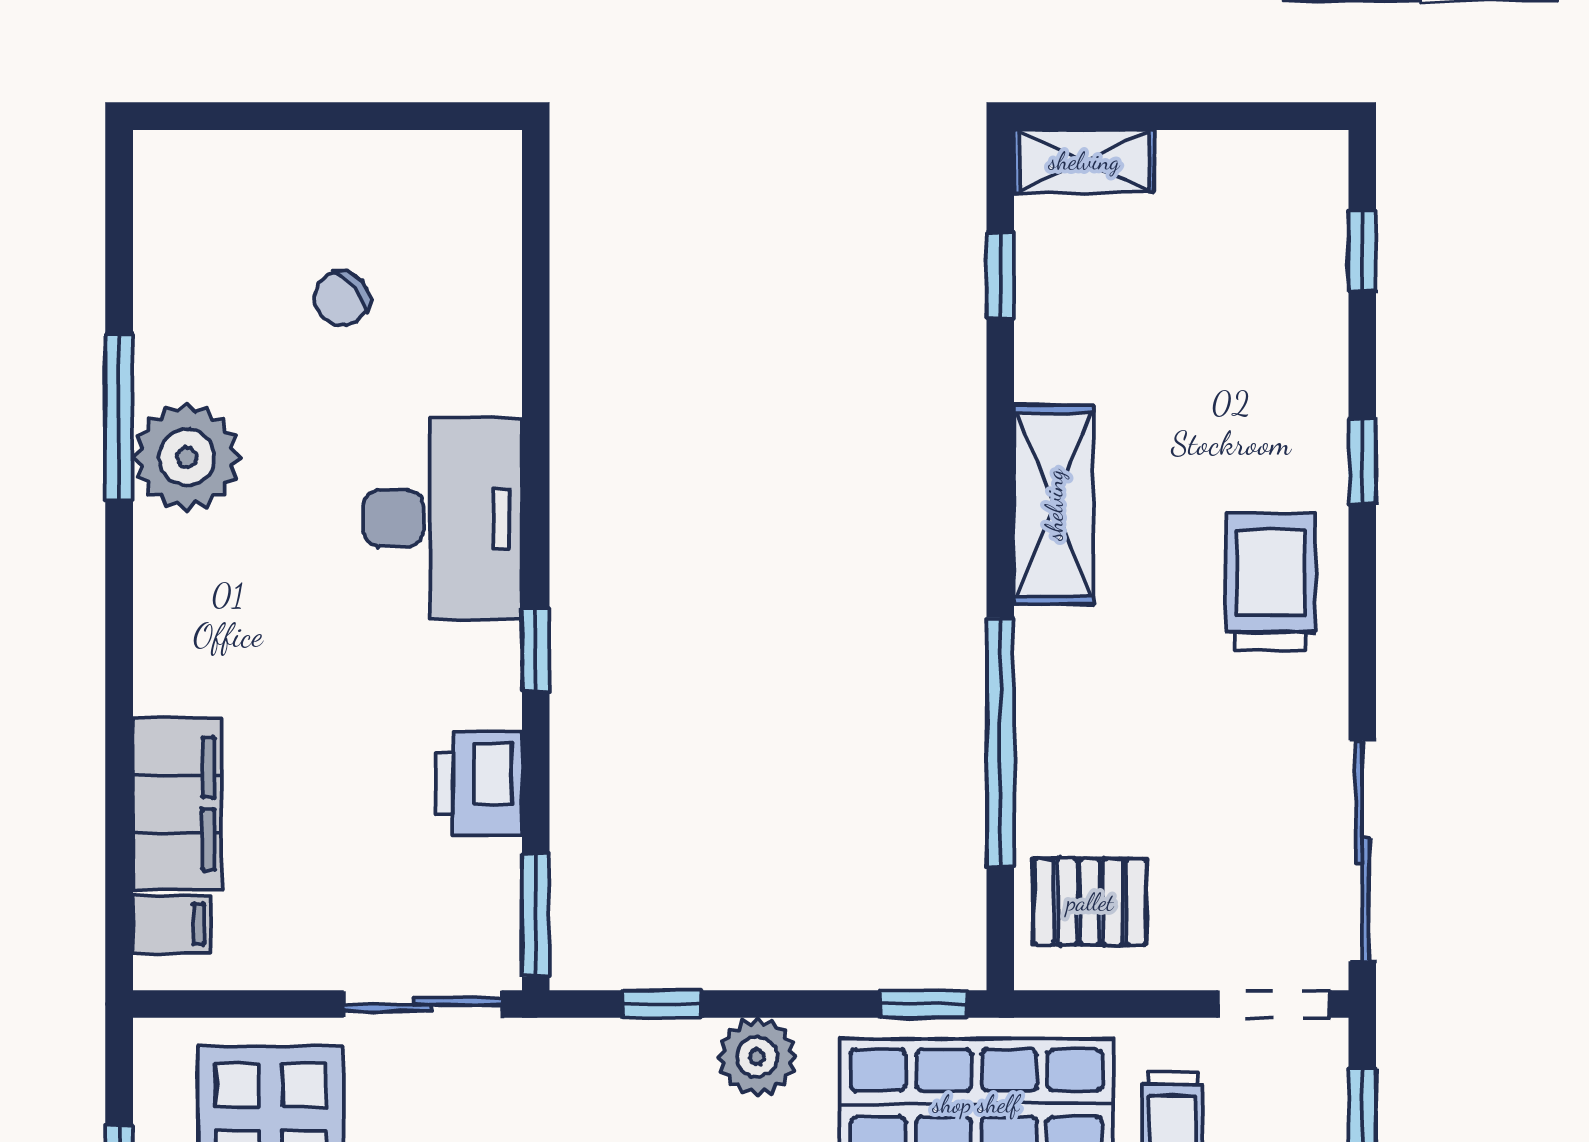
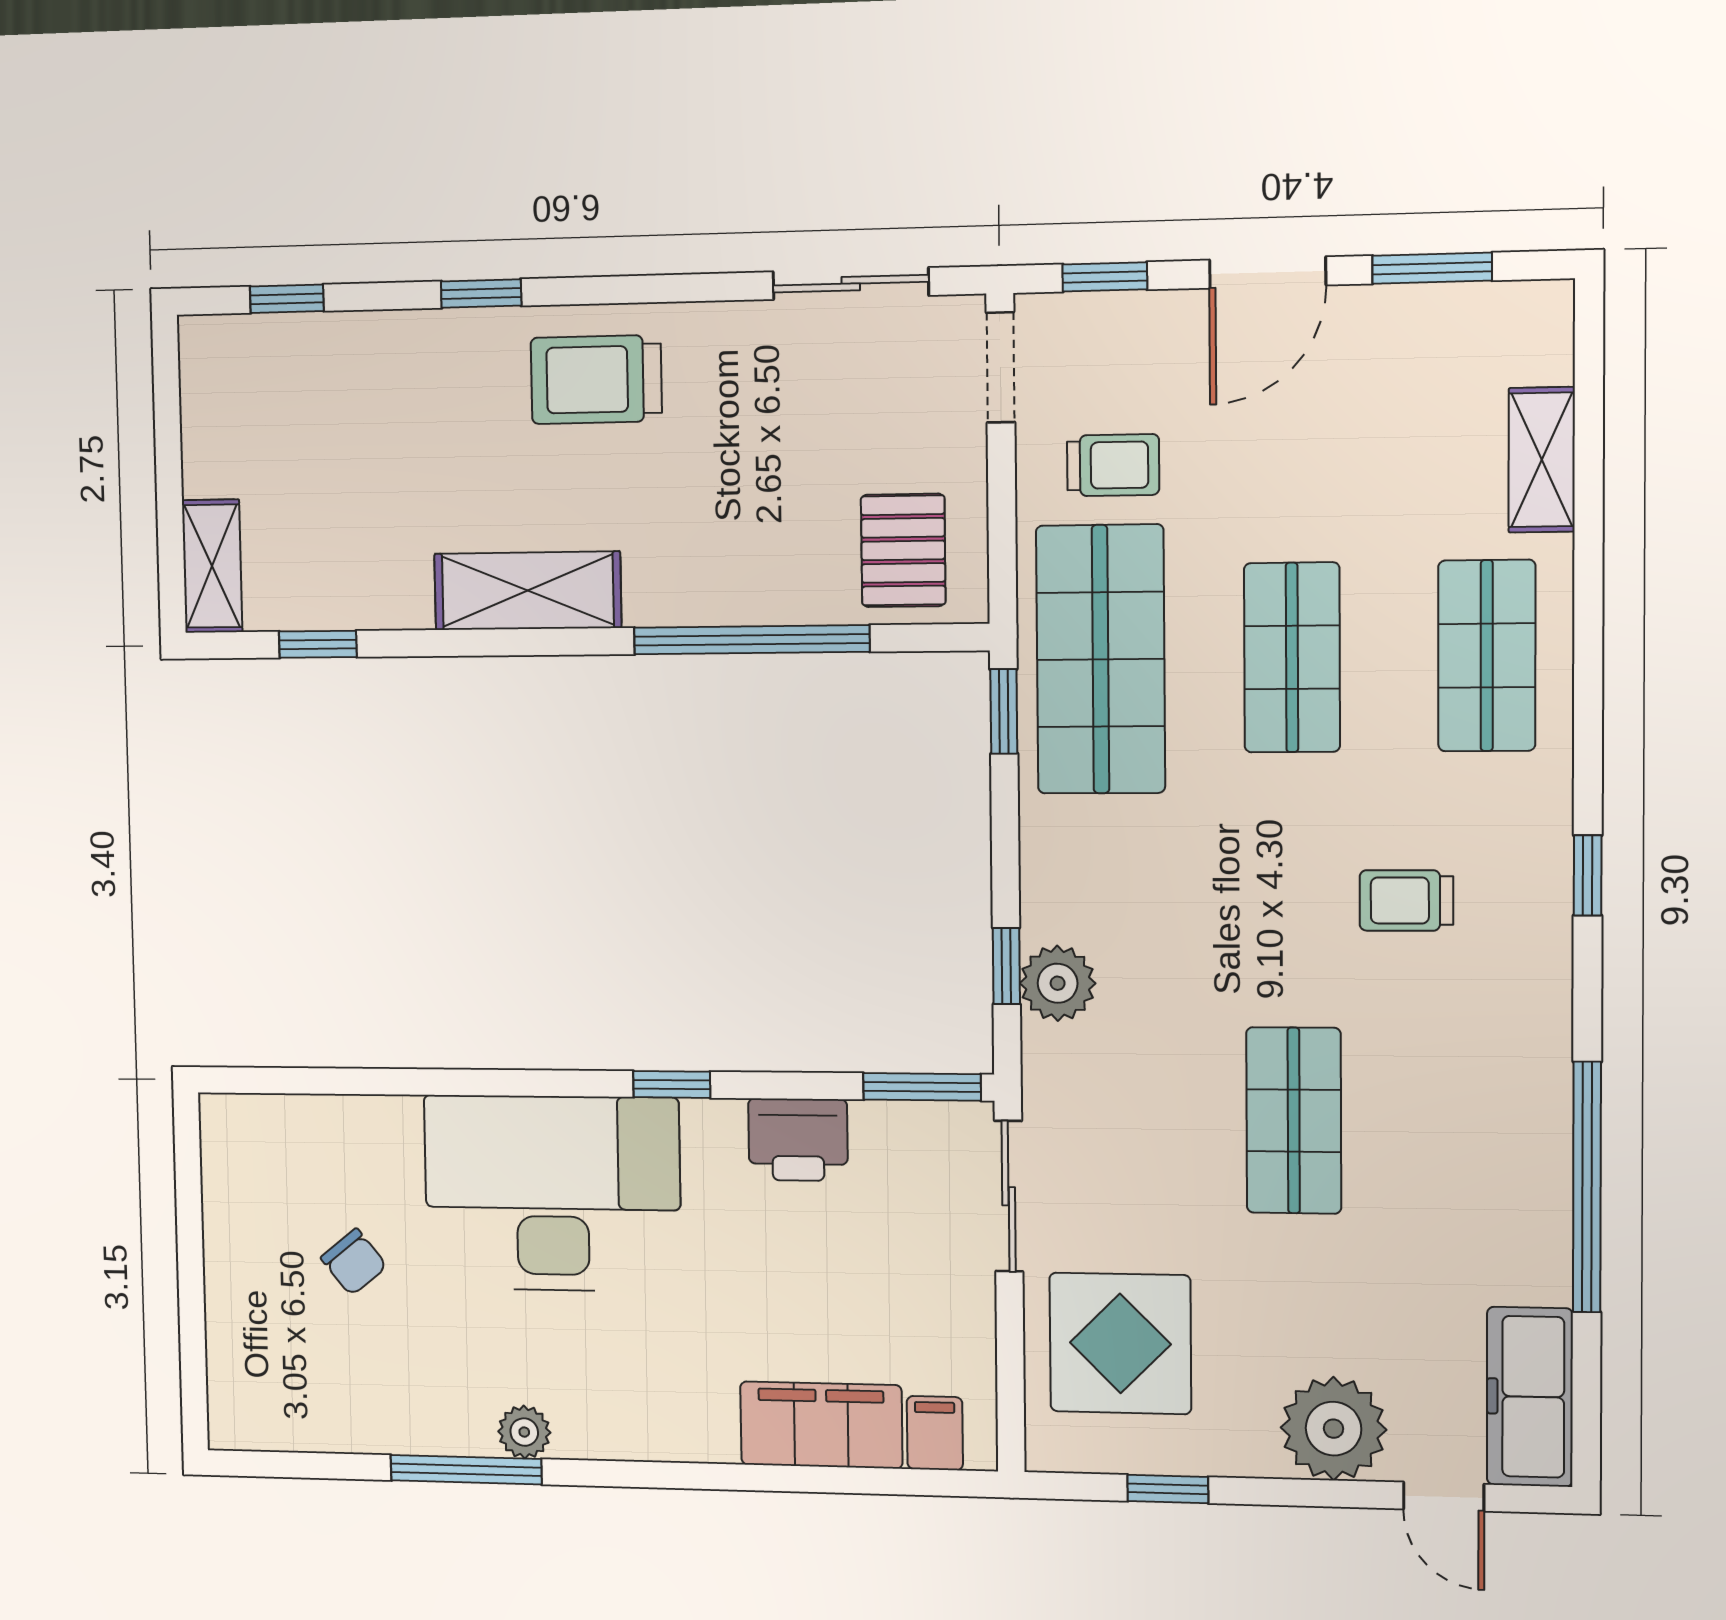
plant: (187, 457) -> (524, 1432), width x0.53, depth x0.53
desk: (443, 518) -> (552, 1193), width x1.36, depth x1.30
sliding door: (1362, 851) -> (851, 284), width x0.73
plant: (757, 1057) -> (1058, 983), moved

